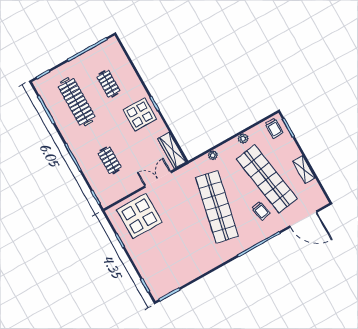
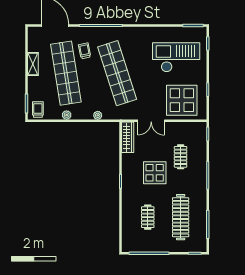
display table: (140, 114) -> (155, 173), moved
shop shelf: (217, 207) -> (117, 73), turned -30
checkout: (168, 254) -> (176, 57), added

